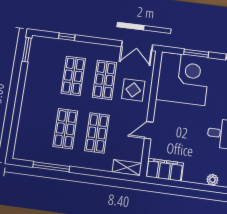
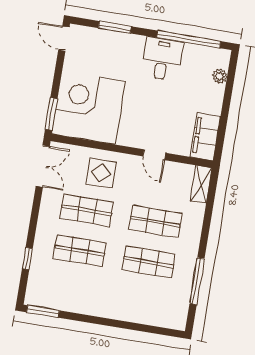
window: (196, 53) -> (51, 114), moved

